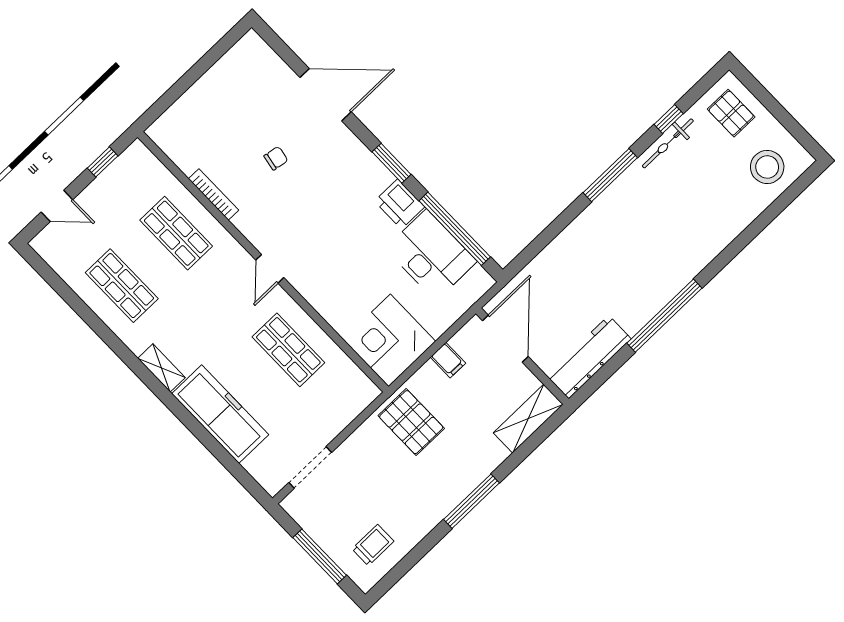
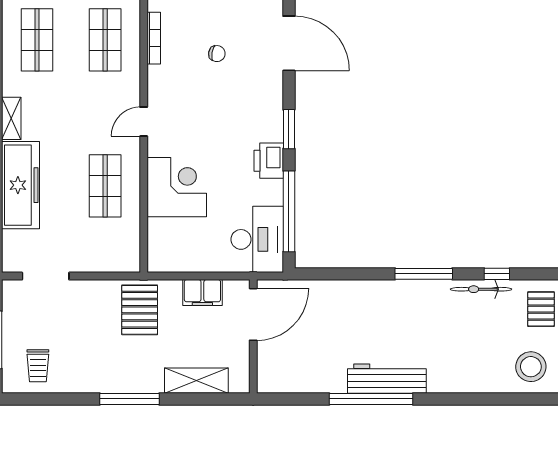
desk: (431, 255) -> (257, 239), moved
corner desk: (389, 340) -> (177, 187), moved, turned 90
workbench: (589, 357) -> (387, 379), moved
filing cabinet: (448, 360) -> (202, 293), width x2.00
shelving: (528, 419) -> (196, 381), moved
trolley: (373, 545) -> (38, 366), turned 90

